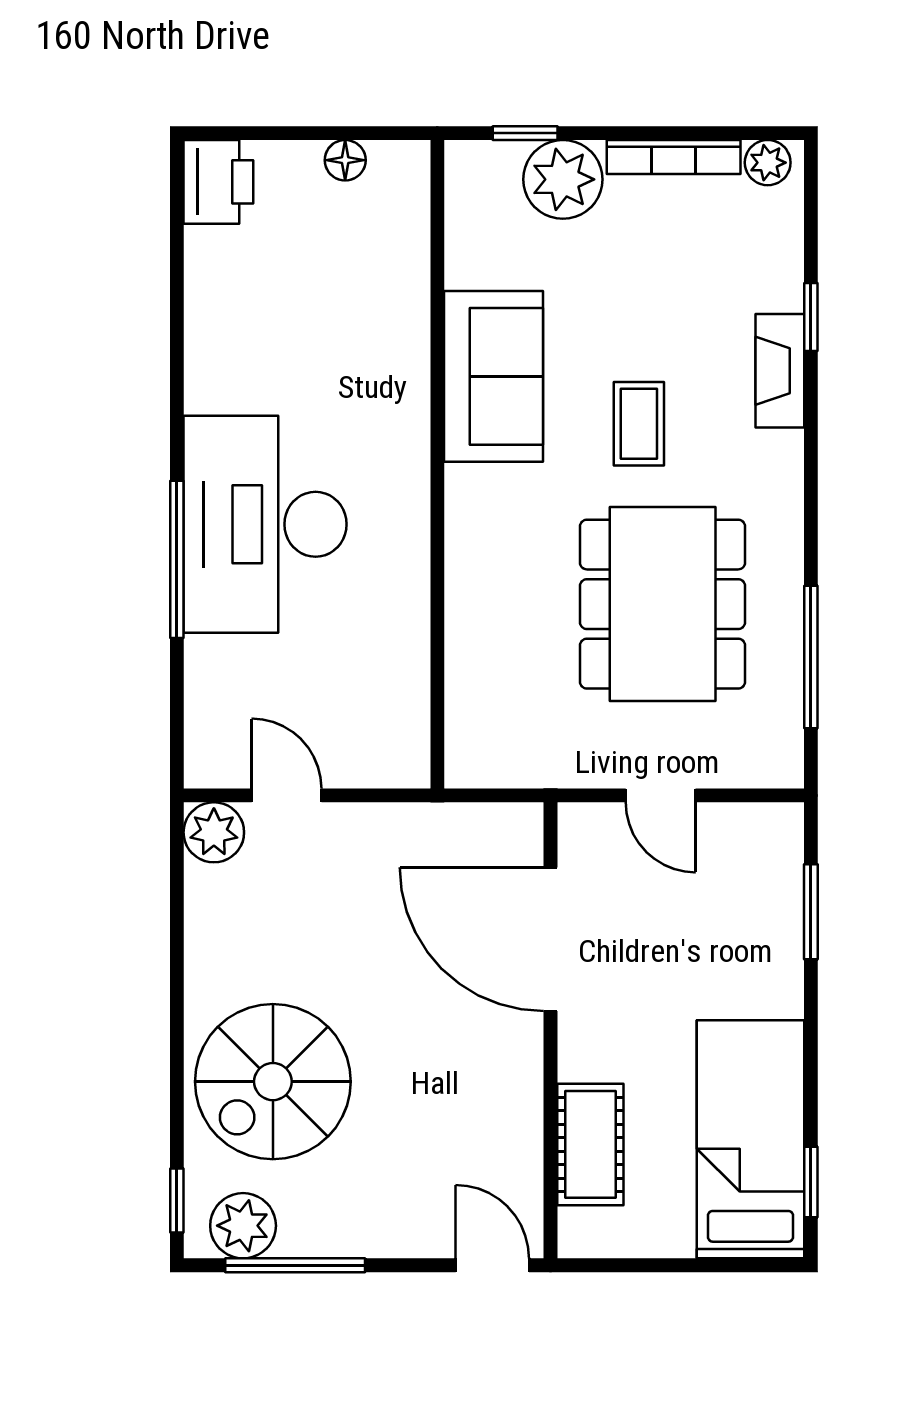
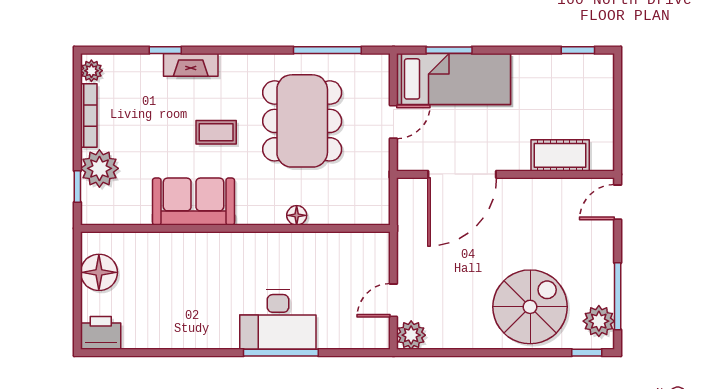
floor lamp: (345, 160) -> (99, 272), width x1.89, depth x1.89
desk: (265, 524) -> (278, 320), width x0.73, depth x0.77
floor lamp: (465, 593) -> (297, 215), added
dining table: (663, 604) -> (302, 121), turned 90
spiral stairs: (273, 1082) -> (530, 307), turned -90
bed: (751, 1139) -> (454, 79), moved, turned 180

